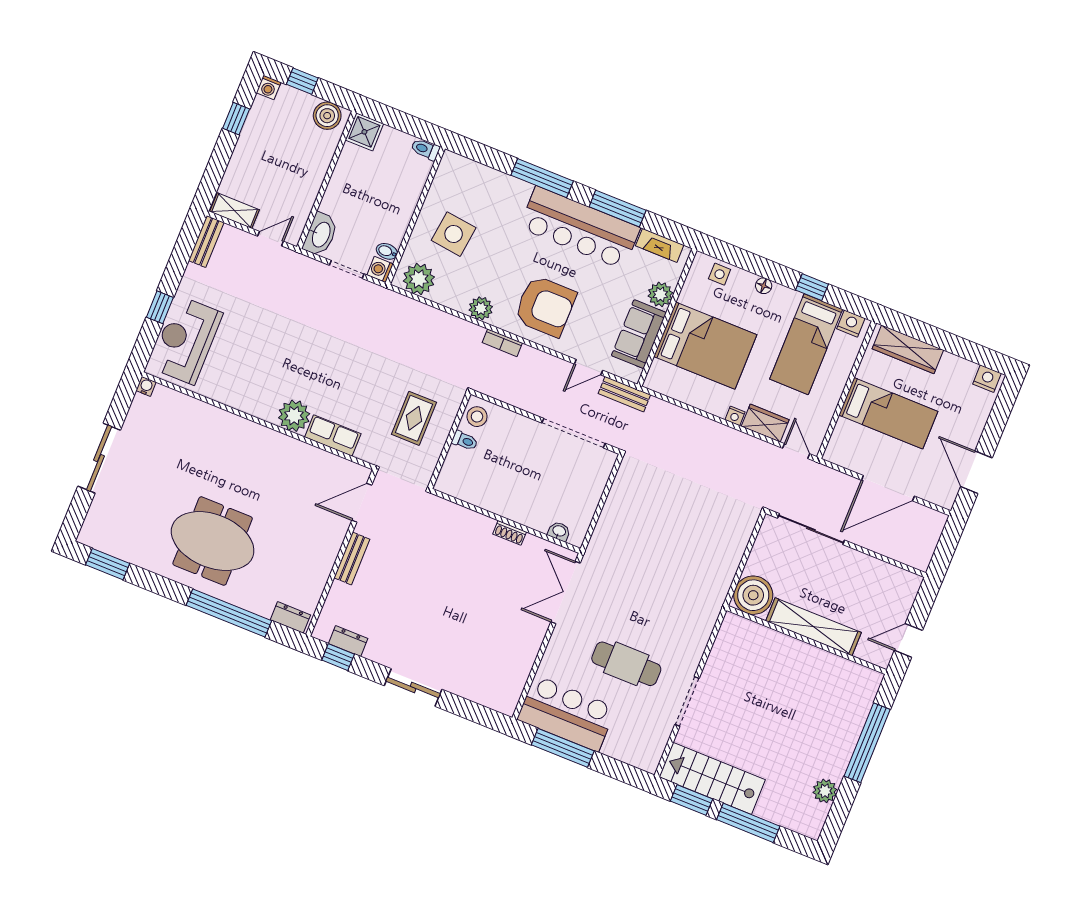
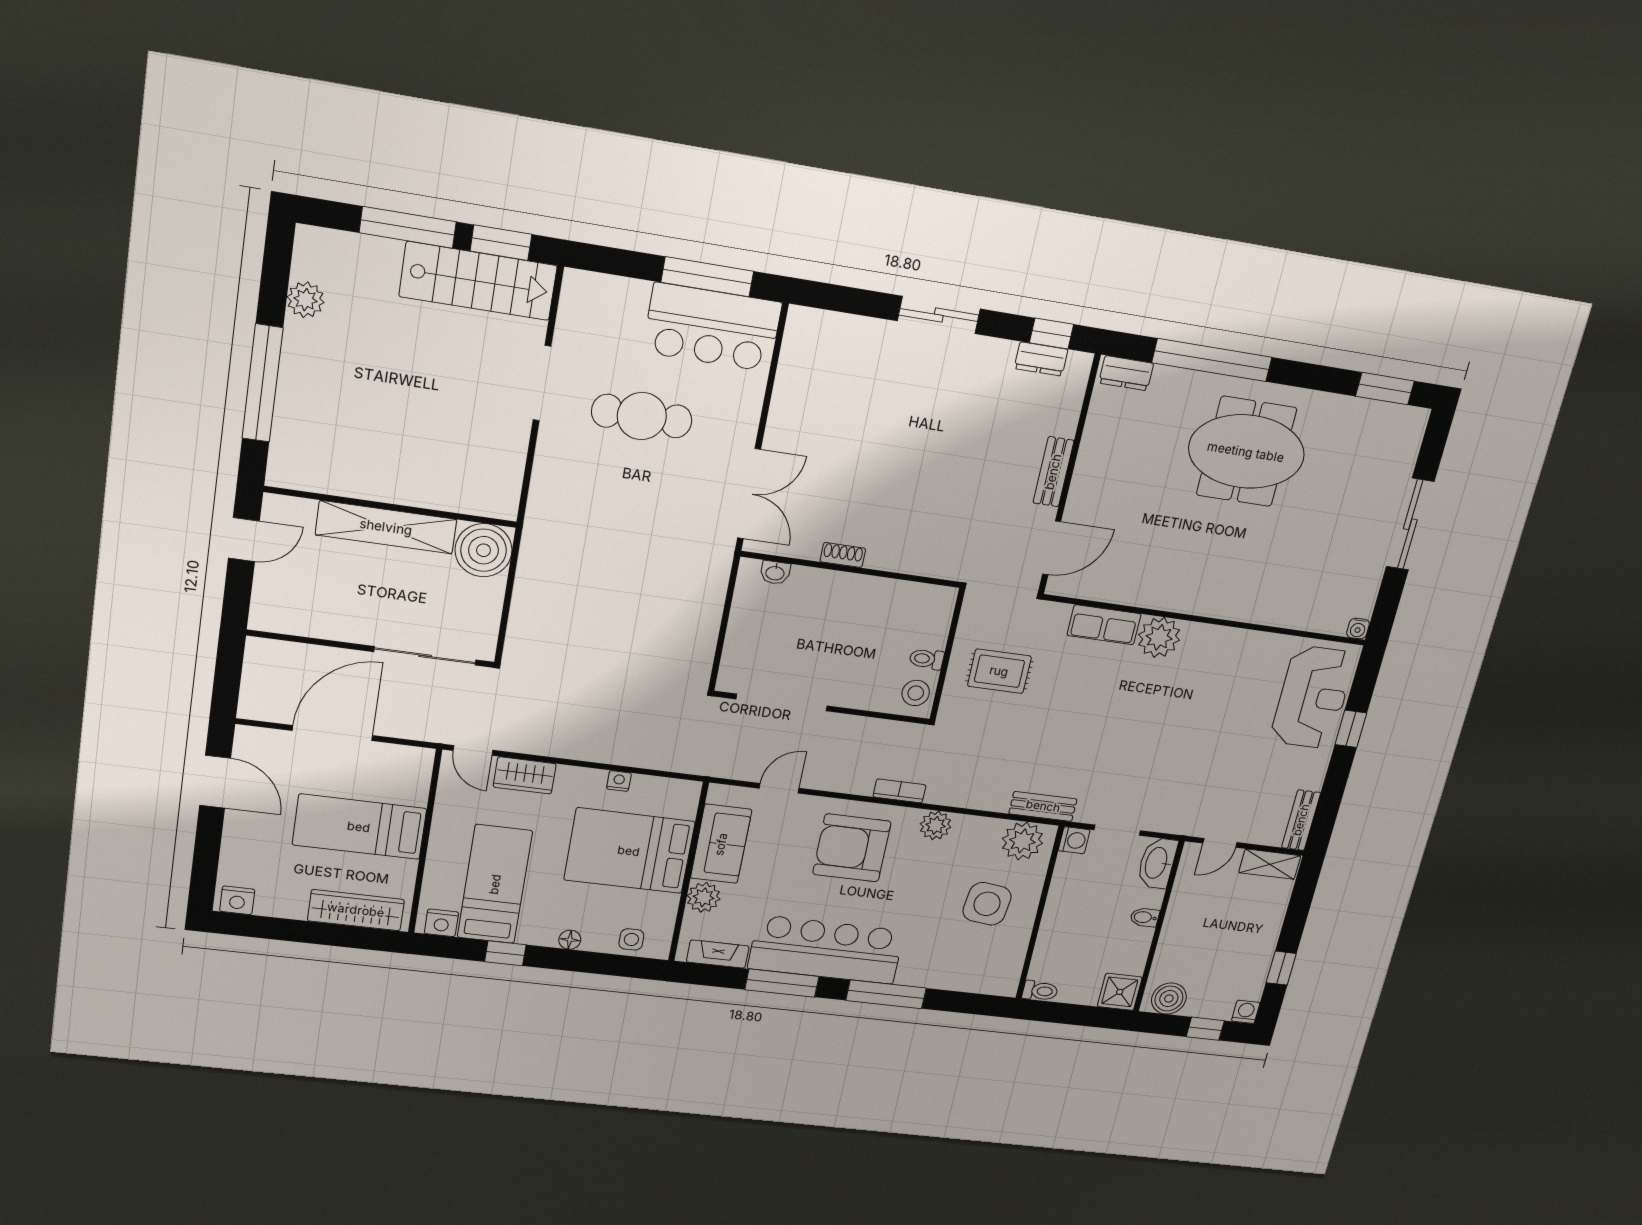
bidet: (387, 251) -> (1145, 917), moved, turned 180
bench: (624, 394) -> (1043, 806), moved
nightstand: (735, 416) -> (619, 781), moved
rug: (414, 418) -> (999, 671), turned 90

